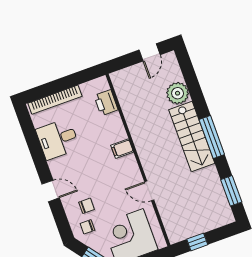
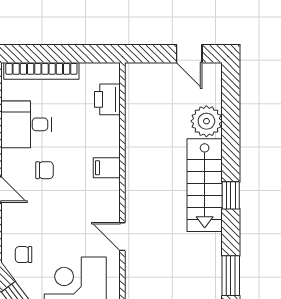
door: (150, 52) -> (189, 54), hinge flipped
window: (212, 137) -> (231, 195), width x0.46
chair: (87, 206) -> (44, 170), moved

